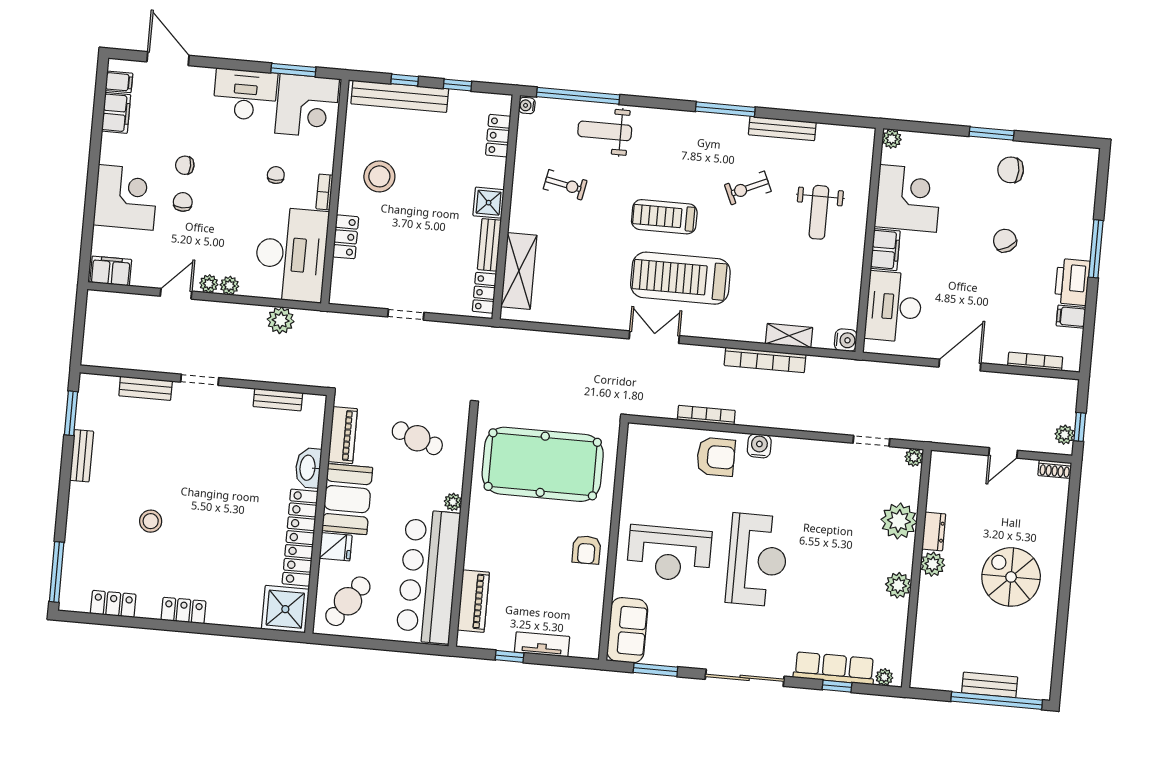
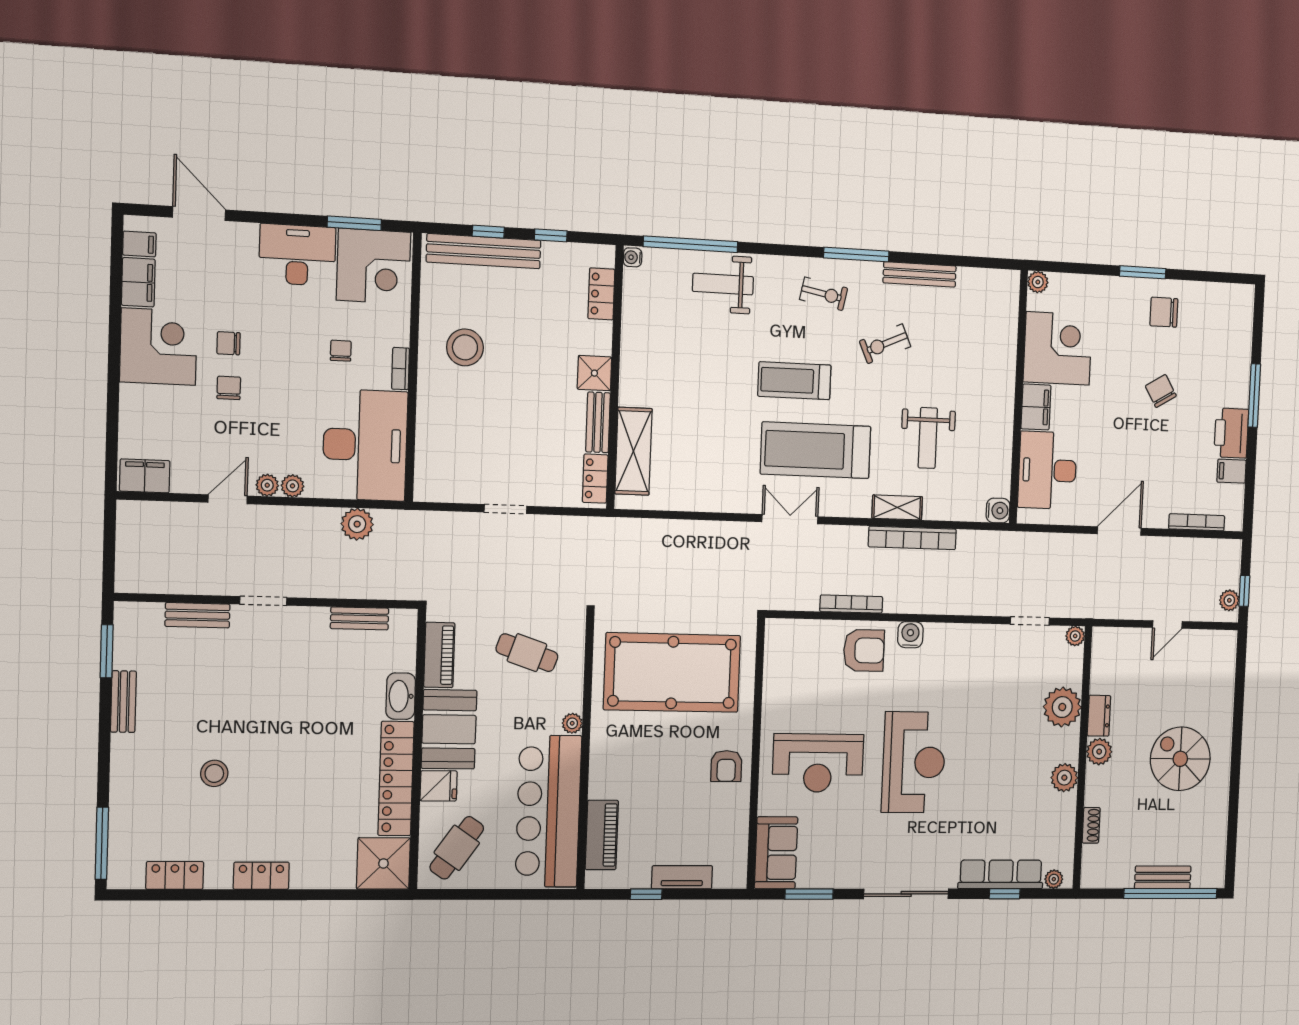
exercise bike: (565, 185) -> (824, 294), moved
corner desk: (126, 197) -> (158, 347), moved
weight bench: (819, 212) -> (928, 438), moved
locker: (346, 237) -> (429, 421), removed
shelving: (789, 336) -> (897, 507), moved
shoe rack: (1055, 469) -> (1091, 825), moved, turned -90

